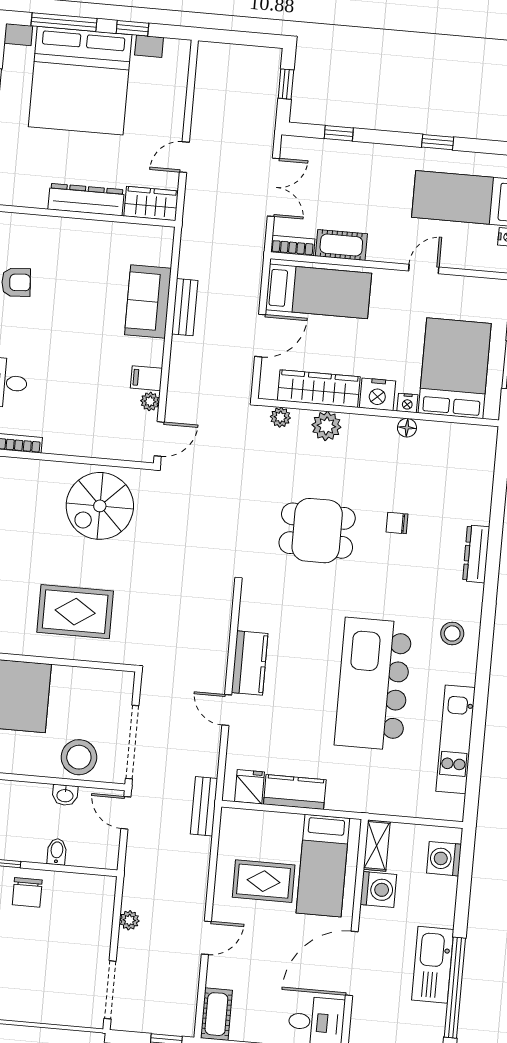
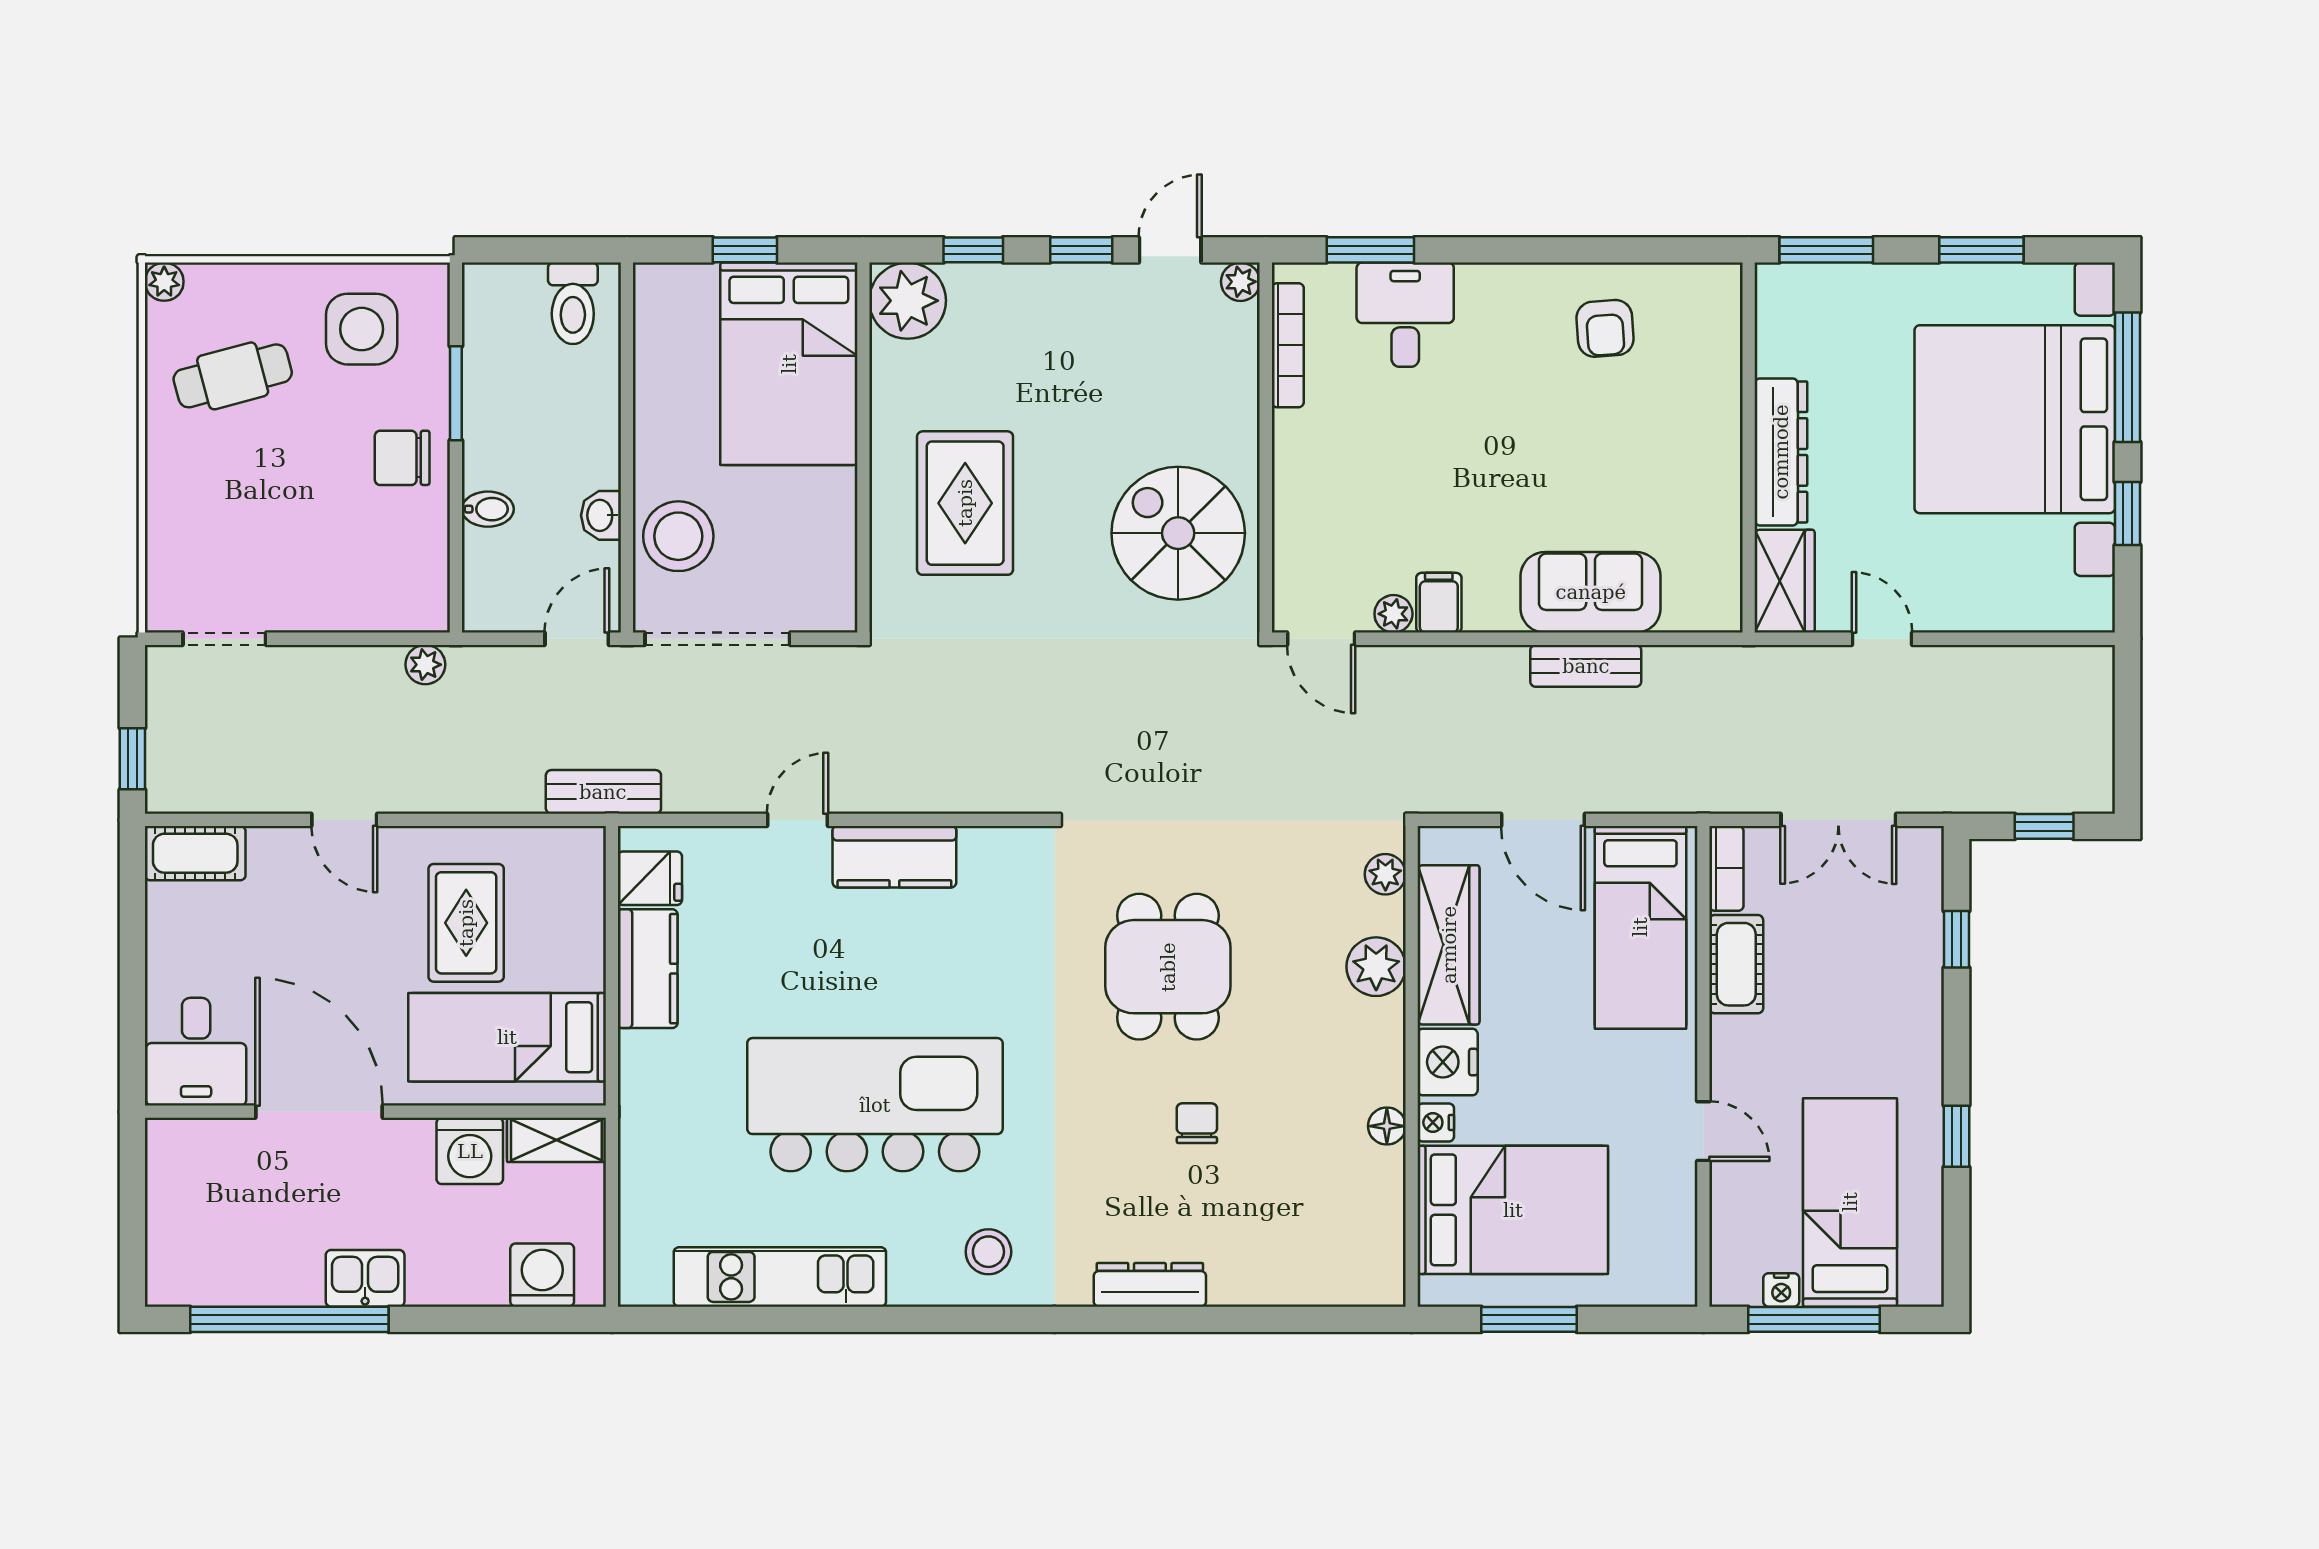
plant: (129, 920) -> (425, 665), moved
kitchen sink: (433, 965) -> (365, 1278), width x0.53, depth x0.81
doorway: (110, 990) -> (224, 639), width x0.73

